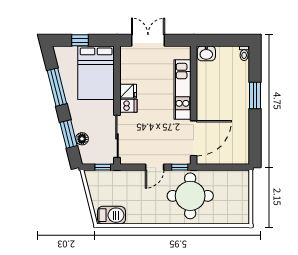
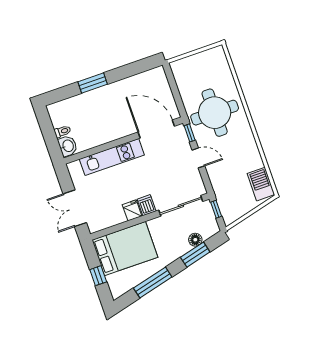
toilet: (244, 53) -> (62, 131), moved

